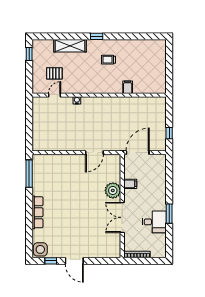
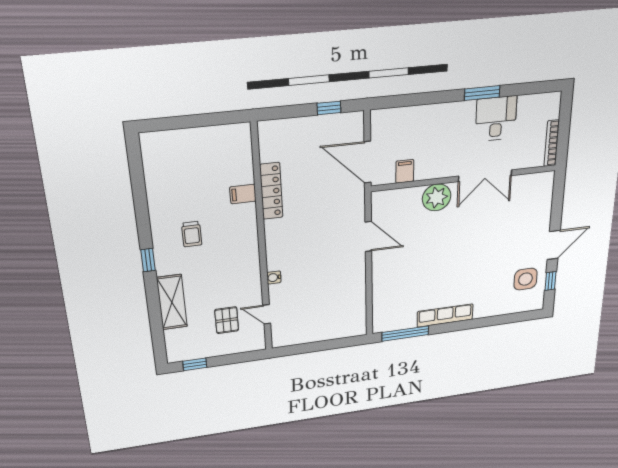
locker: (127, 102) -> (271, 191), added
filing cabinet: (130, 184) -> (405, 171), moved
row of seats: (37, 212) -> (445, 315), moved
side table: (40, 249) -> (525, 279), moved

